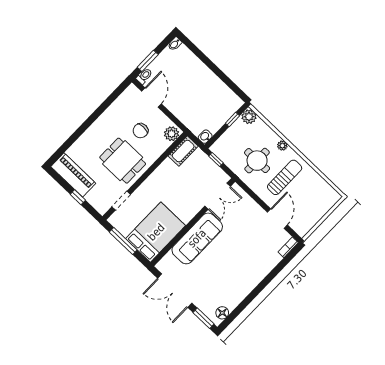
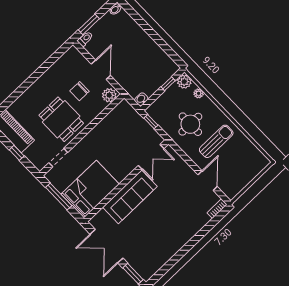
door: (151, 97) -> (101, 70), moved
plant: (282, 146) -> (199, 93), moved
cot: (183, 151) -> (120, 112), removed
floor lamp: (222, 313) -> (151, 269), removed

